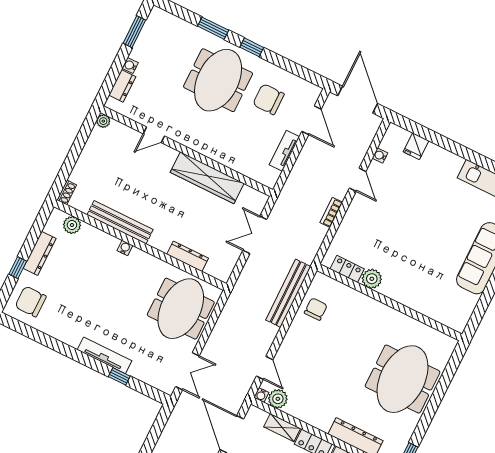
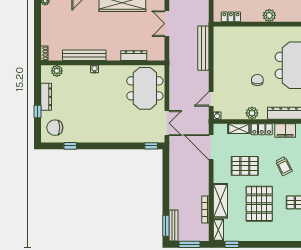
plant: (372, 279) -> (269, 15), moved
chair: (316, 309) -> (257, 80), moved
window: (39, 337) -> (70, 146), added
tv unit: (105, 355) -> (114, 138), removed
door: (265, 368) -> (211, 99), swing flipped
window: (119, 376) -> (151, 146), moved
plant: (278, 399) -> (252, 113), moved

